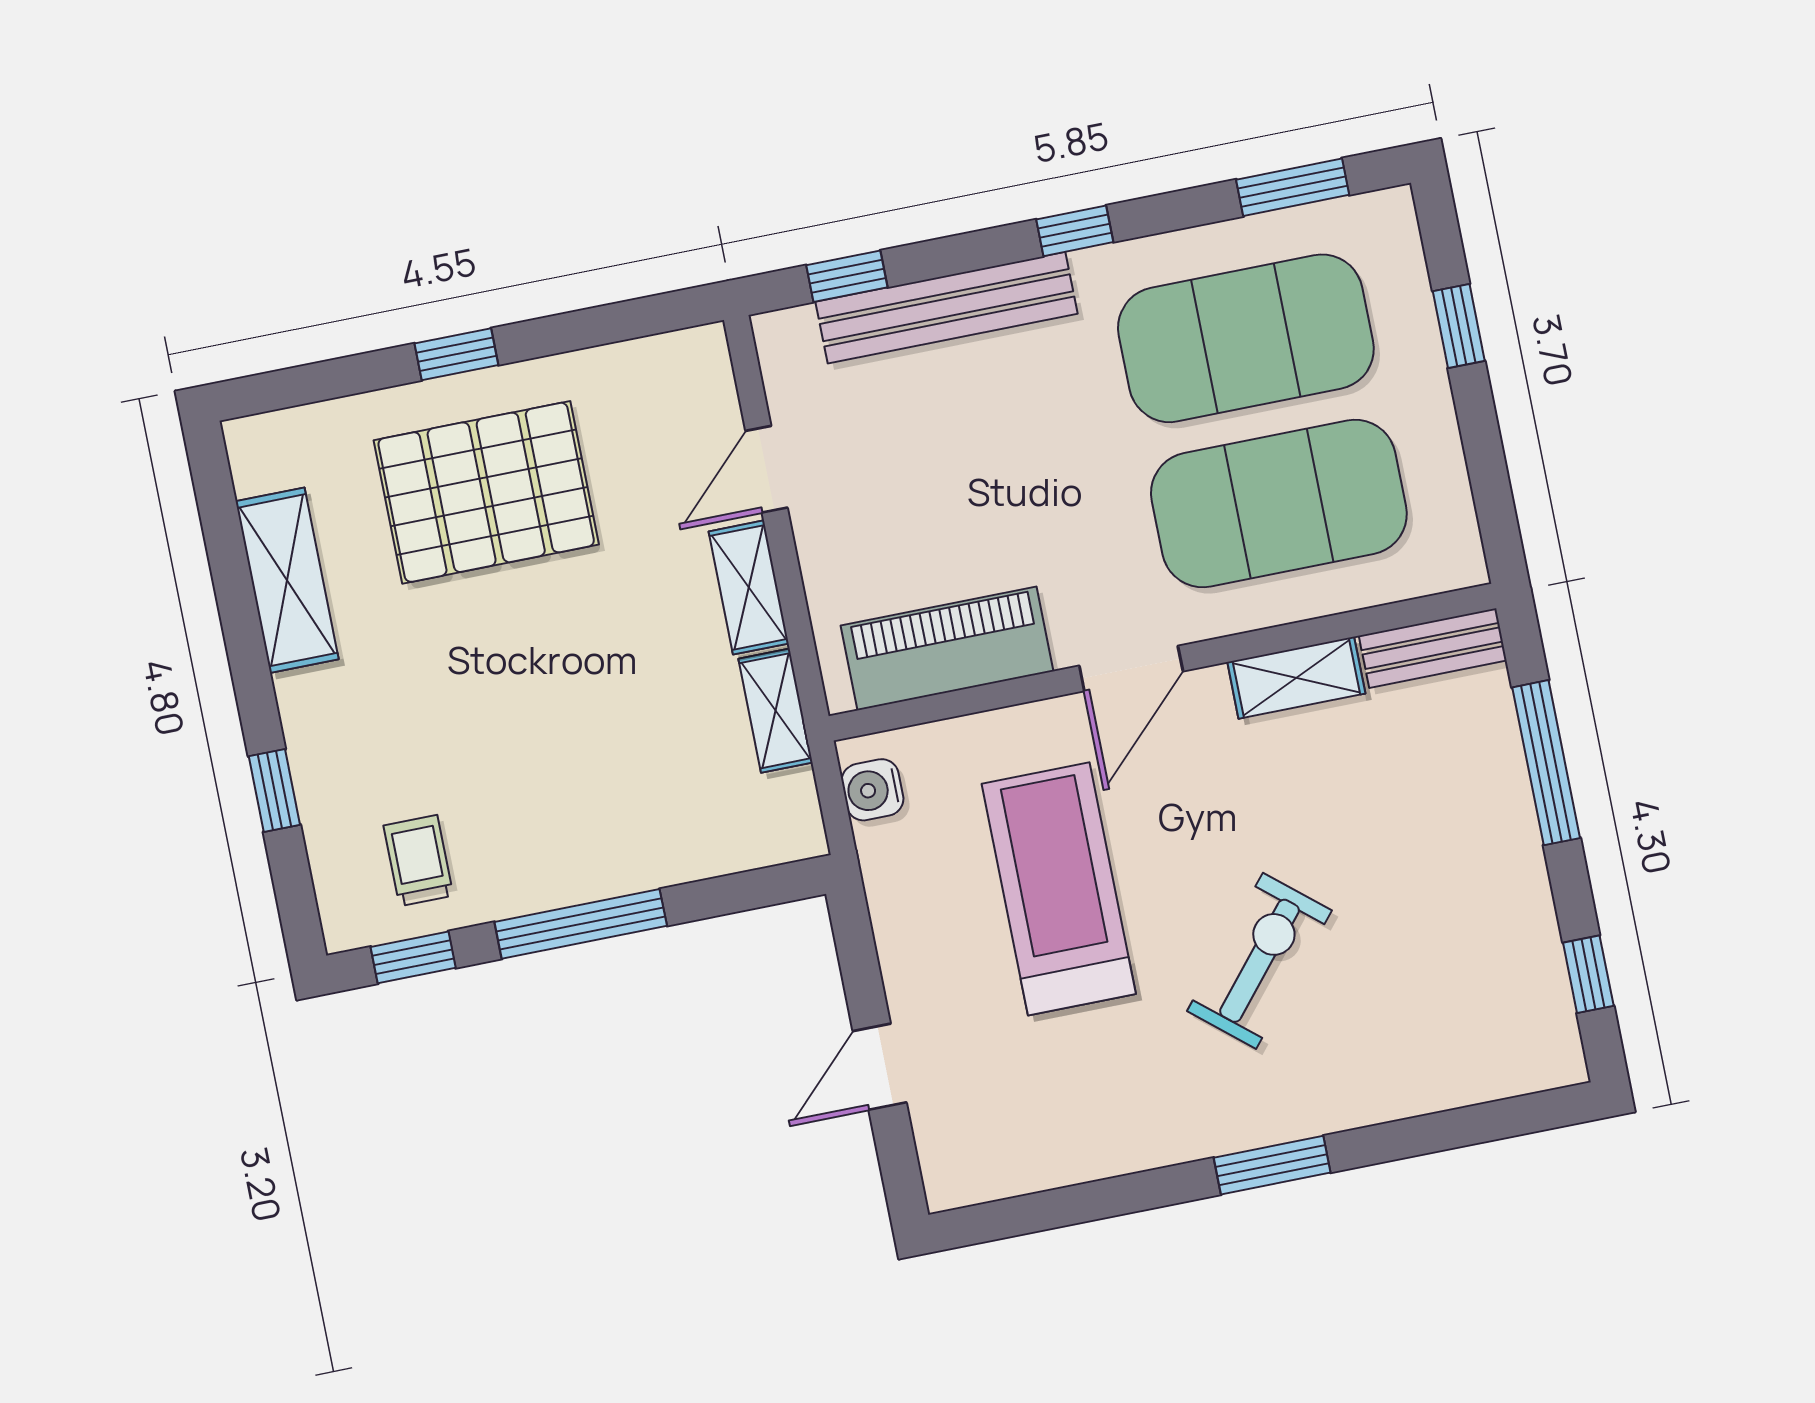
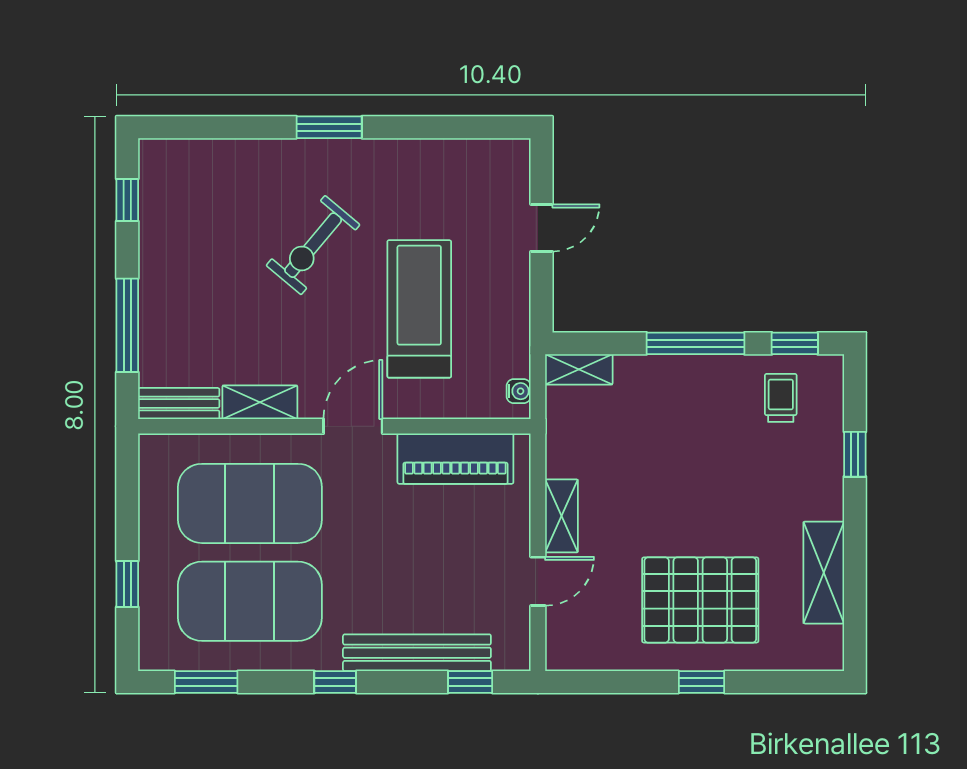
shelving: (775, 711) -> (579, 369), moved, turned 90
water cooler: (873, 790) -> (519, 391), width x0.72, depth x0.72
trolley: (418, 861) -> (781, 398), turned 180
treadmill: (1059, 889) -> (419, 309), turned 180

